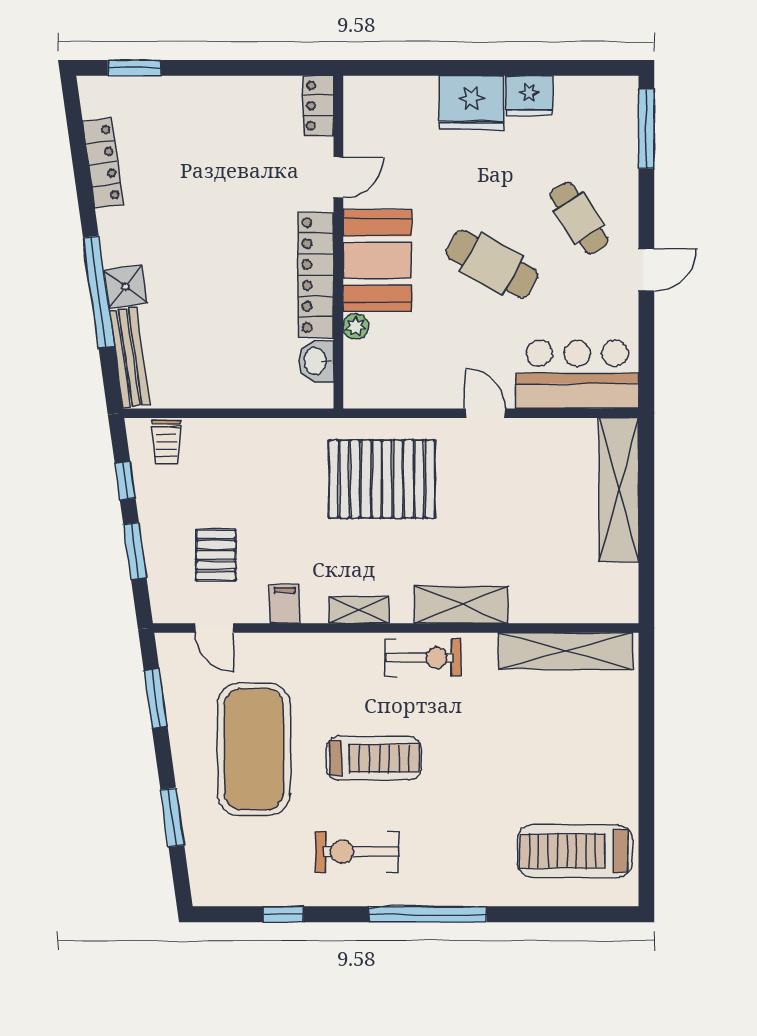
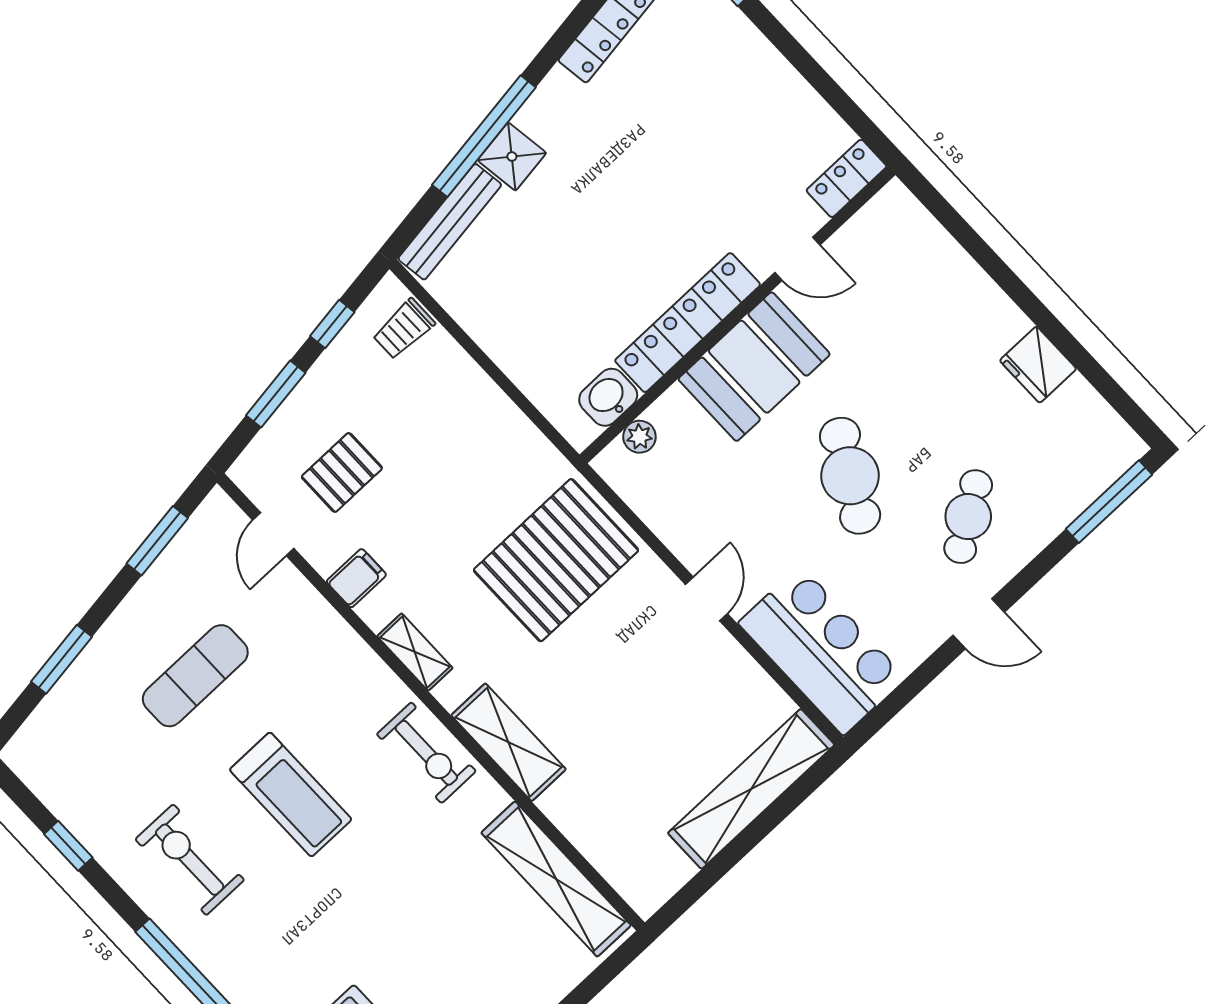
fridge: (471, 103) -> (981, 317), removed
plant: (356, 327) -> (639, 437), moved
pallet: (382, 479) -> (556, 560), turned 90
exercise mat: (254, 749) -> (195, 676), width x0.50, depth x0.69

